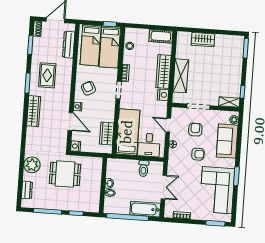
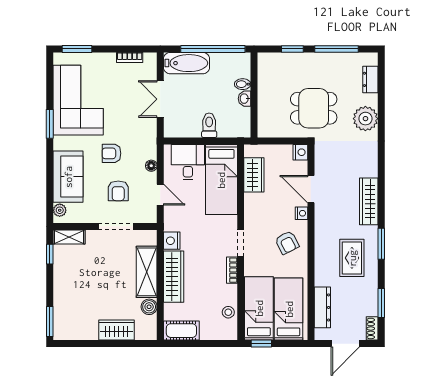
boiler: (181, 53) -> (149, 307), added
toilet: (144, 168) -> (209, 125), moved

